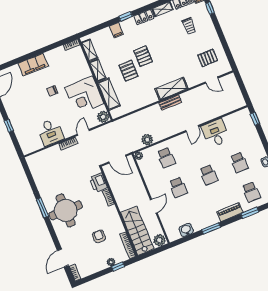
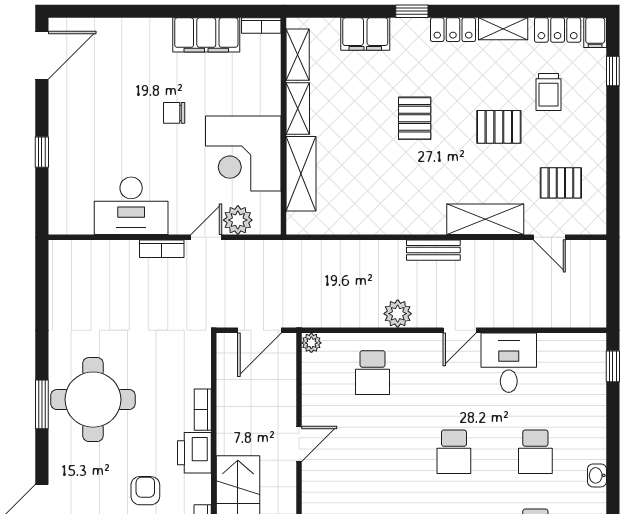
filing cabinet: (116, 30) -> (365, 34), width x2.00
filing cabinet: (33, 65) -> (206, 35), moved
pallet: (128, 71) -> (499, 127), moved, turned 90
shelving: (171, 89) -> (485, 219), moved
plant: (103, 117) -> (238, 220), moved
desk: (50, 132) -> (131, 206), width x1.37
plant: (147, 140) -> (398, 314), moved
door: (117, 159) -> (260, 330), hinge flipped
printer: (99, 183) -> (194, 453), moved
school desk: (178, 187) -> (373, 452), removed
door: (154, 206) -> (299, 444), moved
window: (42, 208) -> (42, 404), moved

